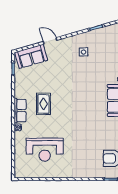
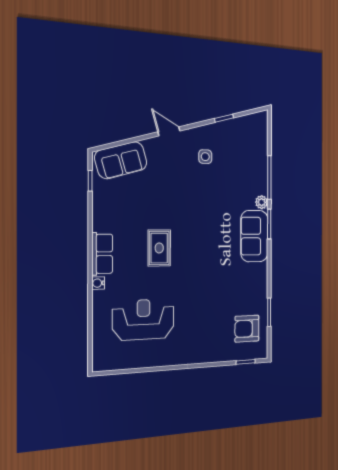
door: (50, 41) -> (169, 131), moved
rug: (43, 104) -> (159, 248), moved
reception desk: (45, 150) -> (144, 320), turned 180

